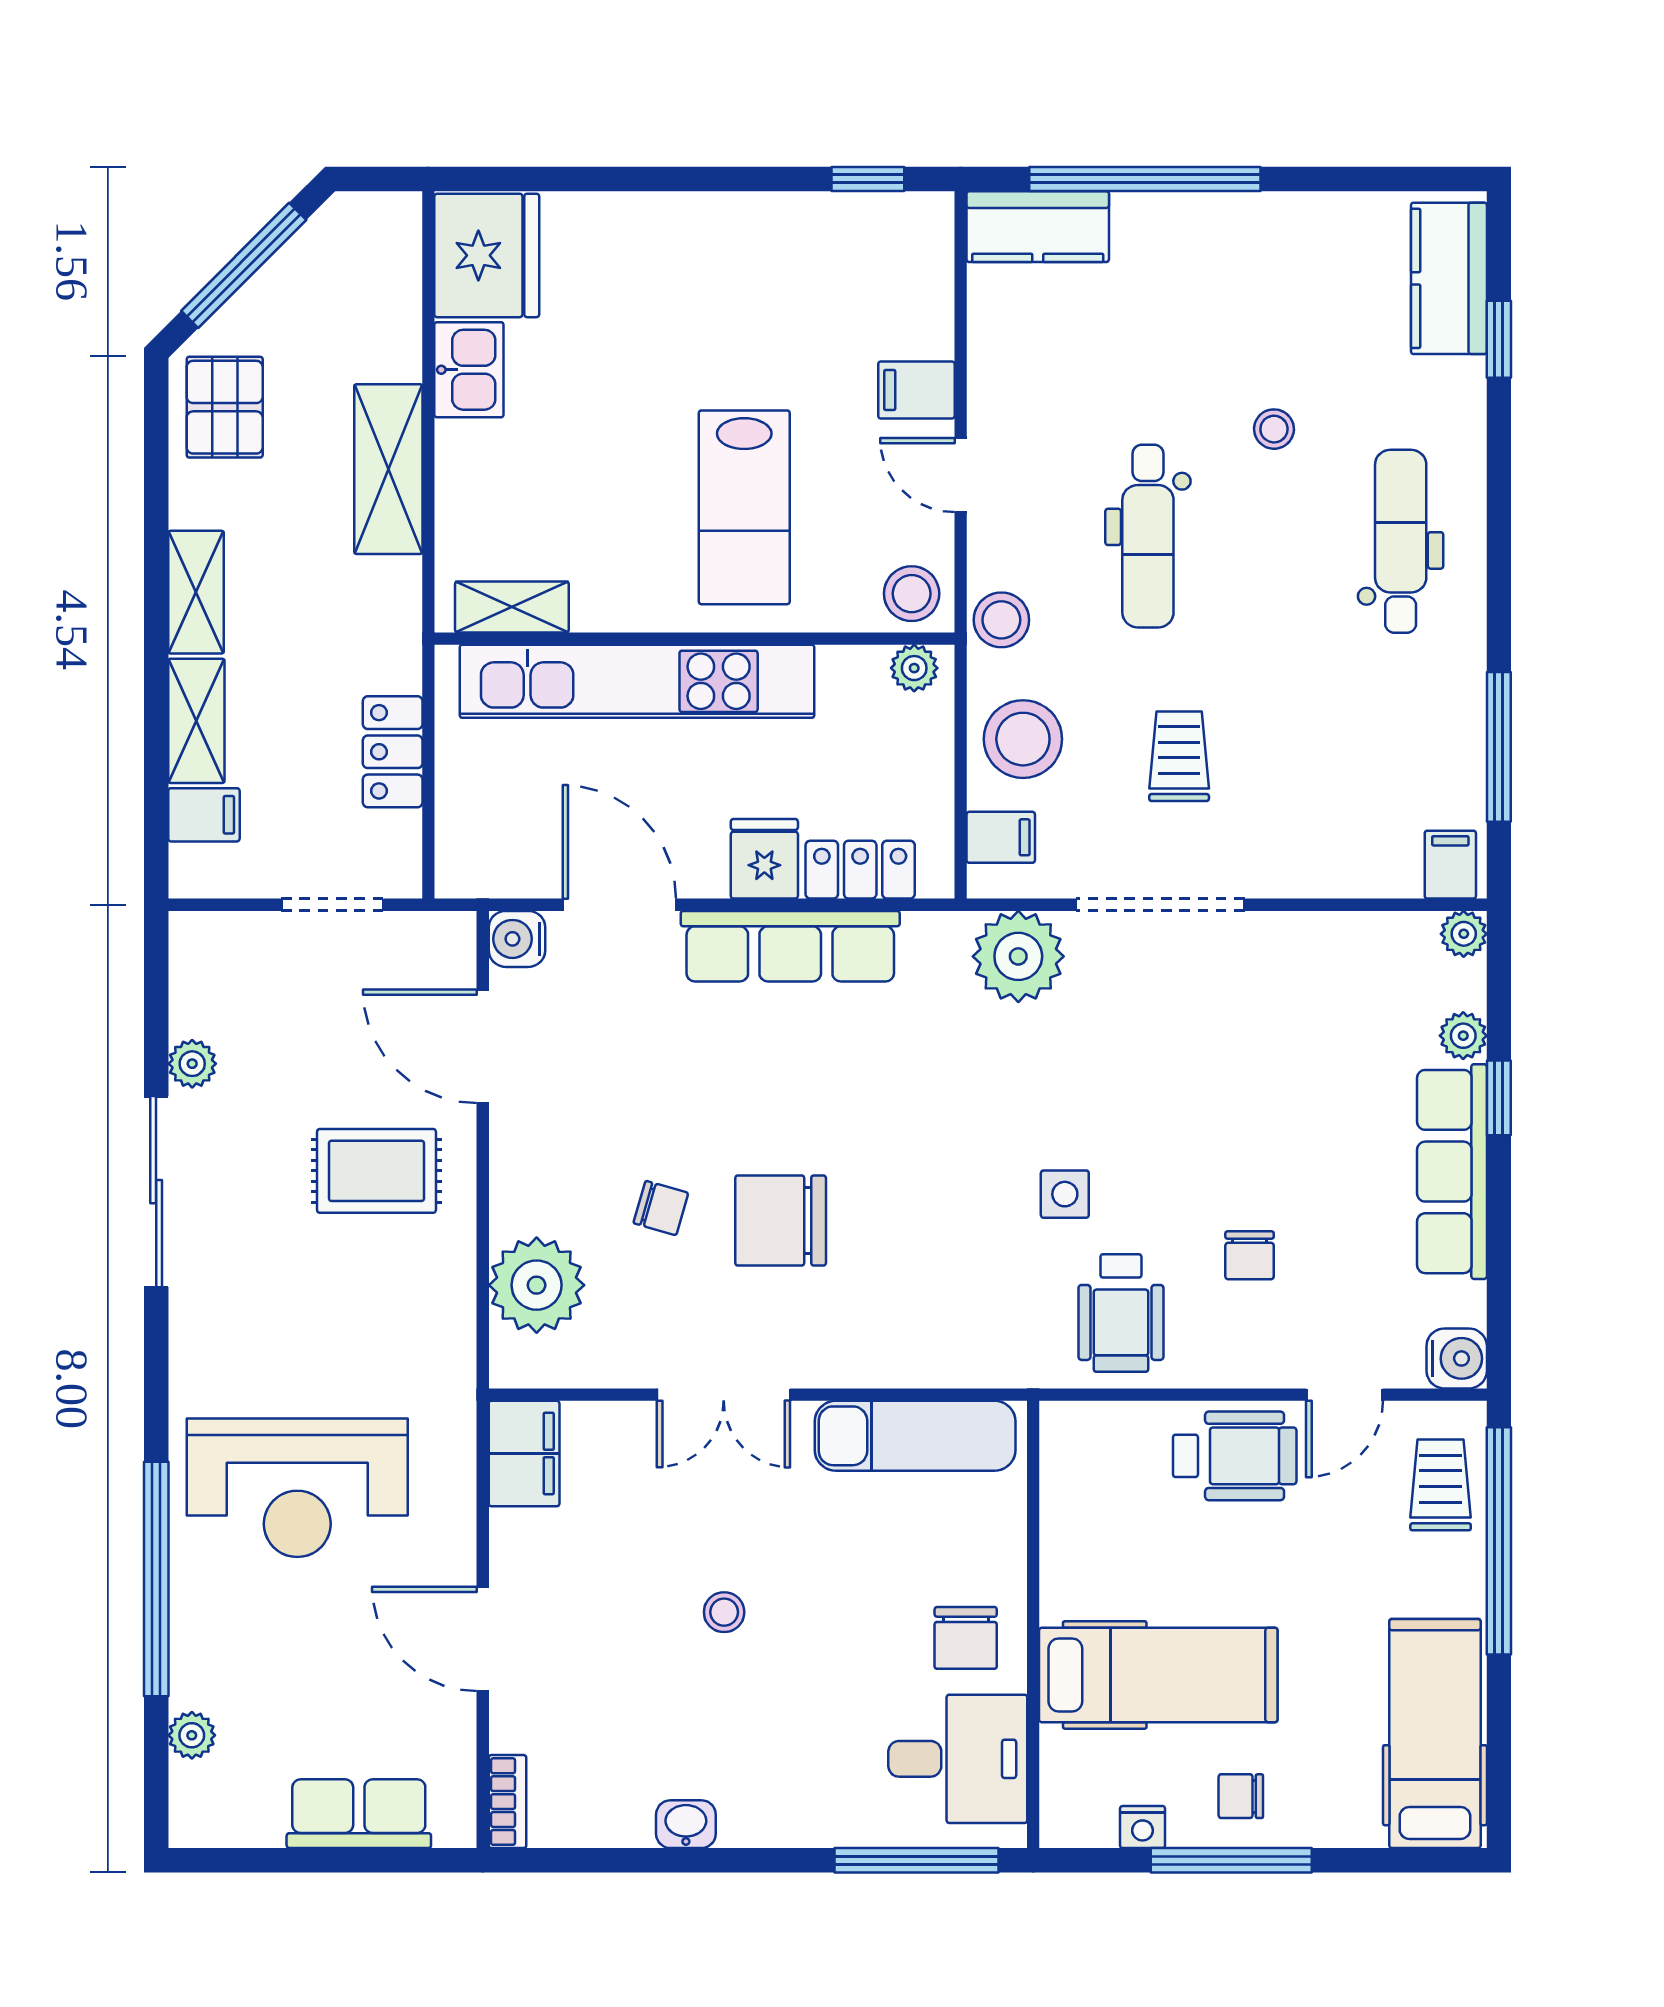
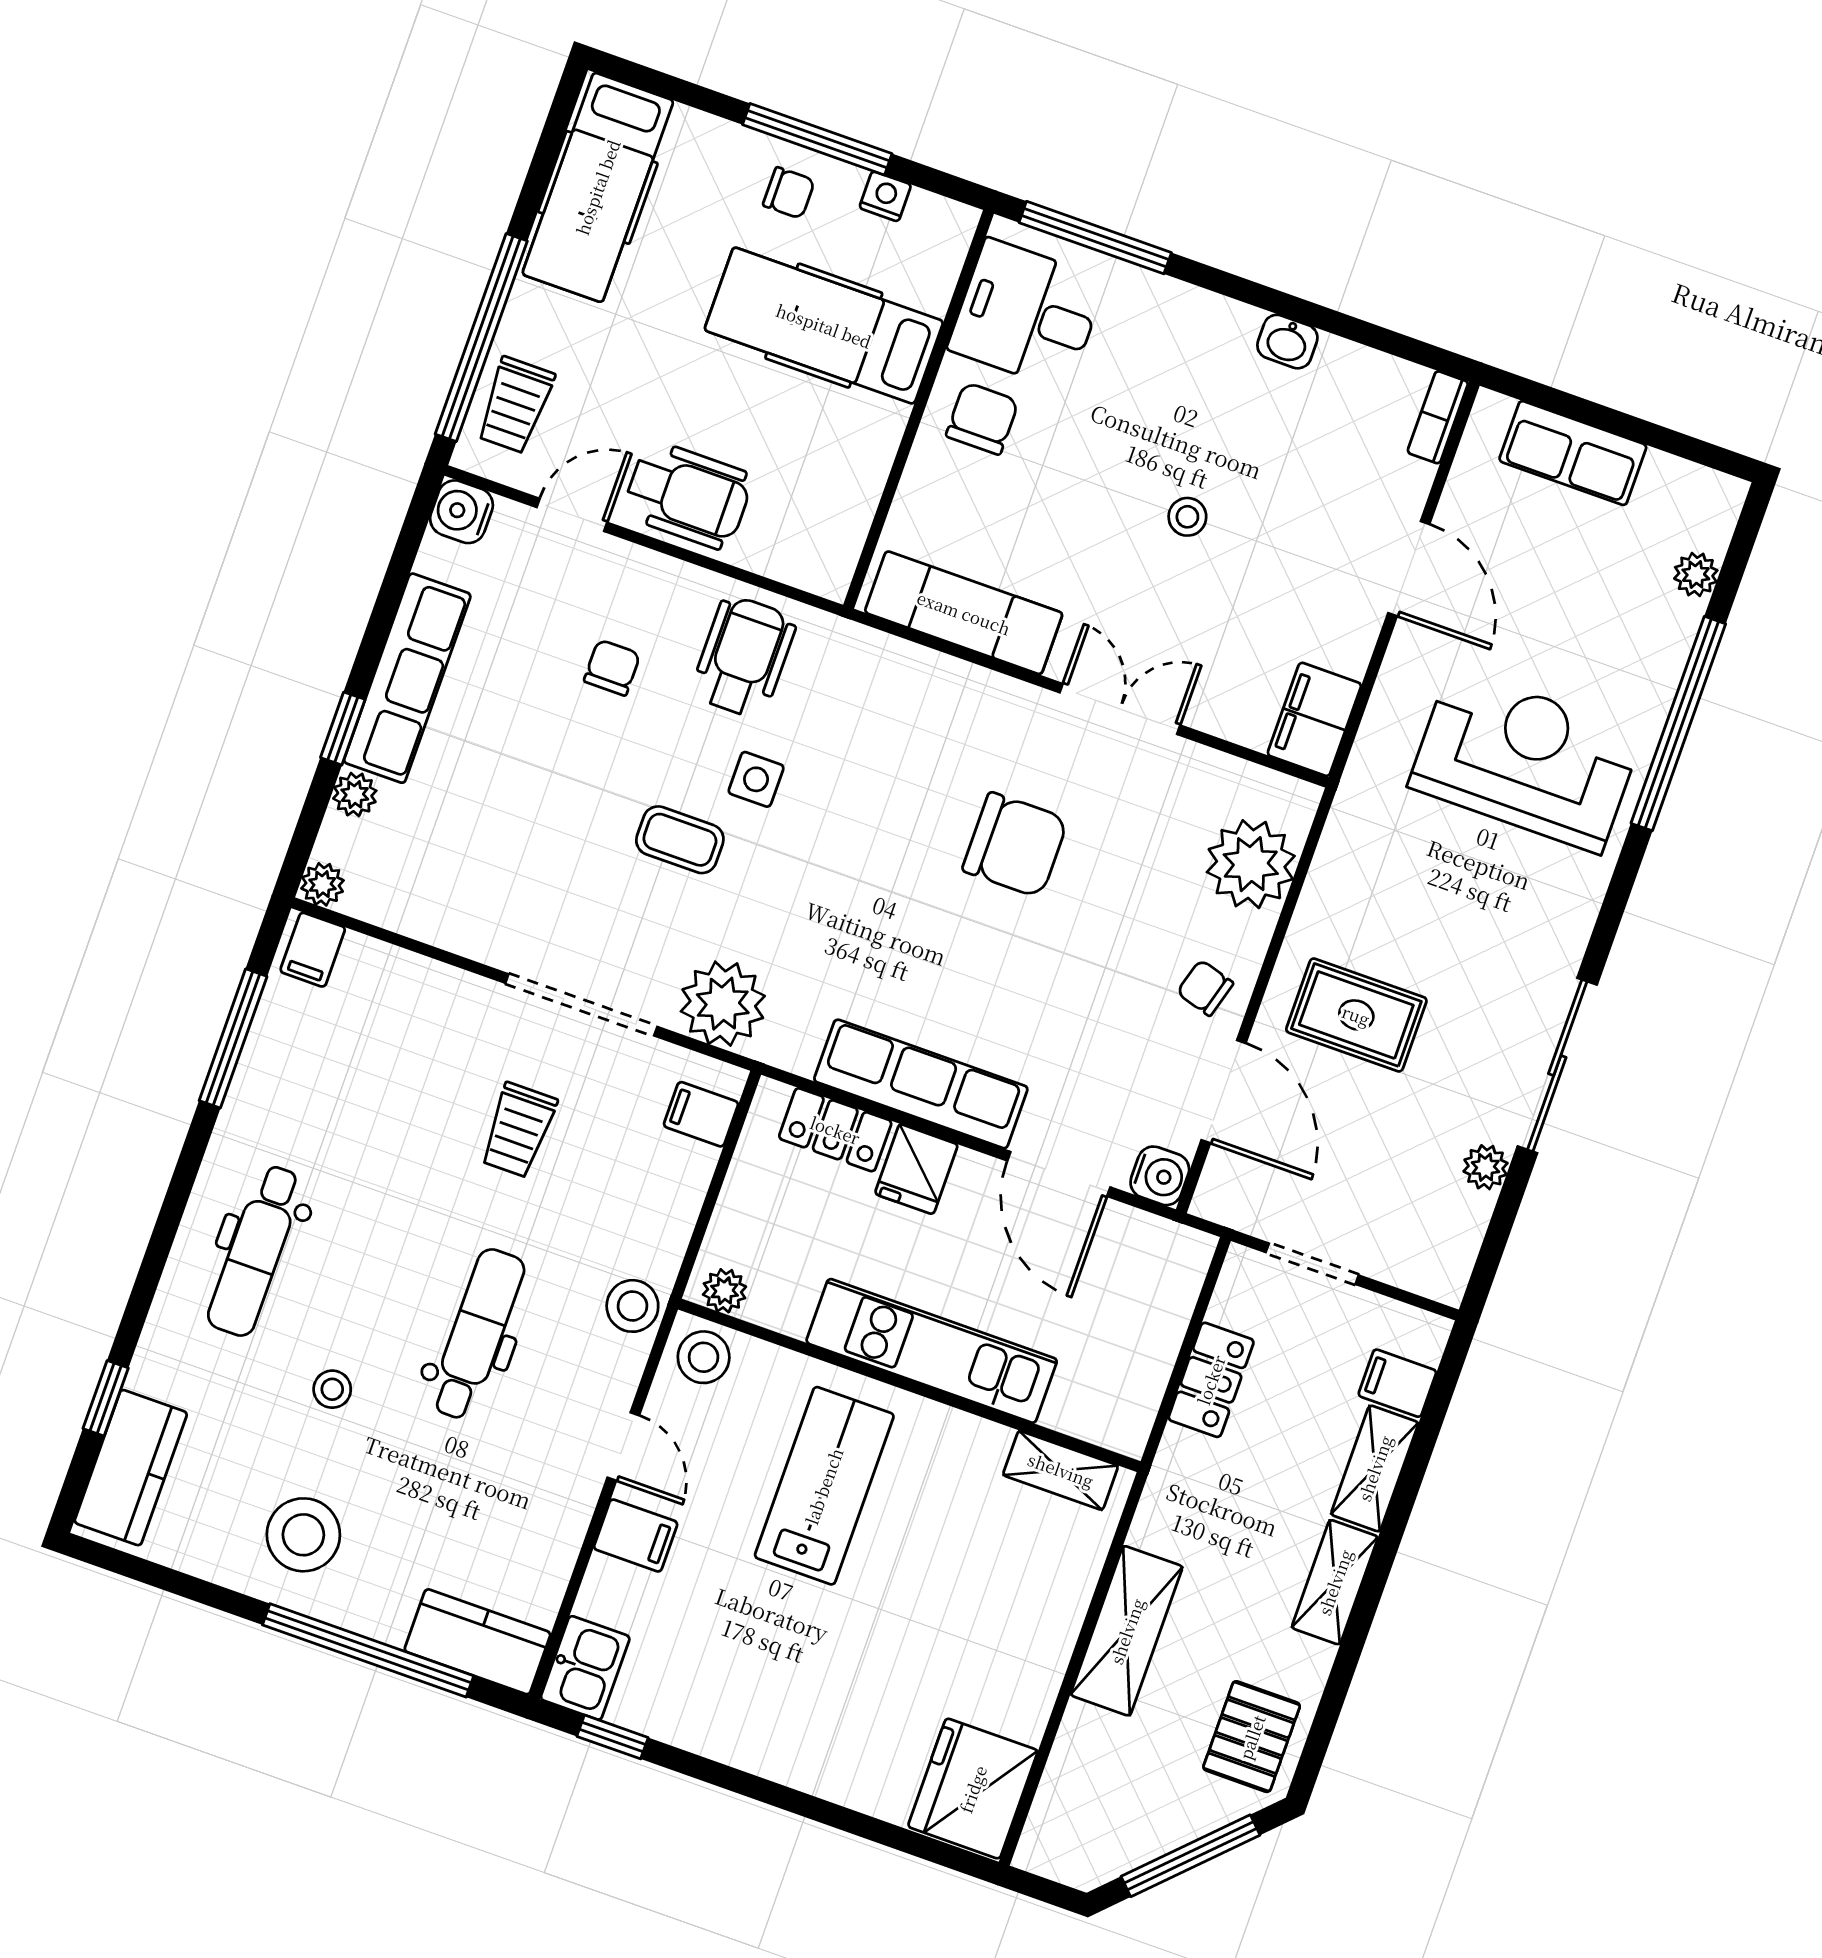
kitchen sink: (469, 370) -> (585, 1668), moved, turned 180
kitchen unit: (637, 681) -> (932, 1351), width x0.73
stool: (1023, 739) -> (303, 1535), moved
coffee table: (1120, 1106) -> (680, 840), added
chair: (661, 1208) -> (1205, 988), moved
wheelchair: (1235, 1456) -> (688, 495), turned 180

